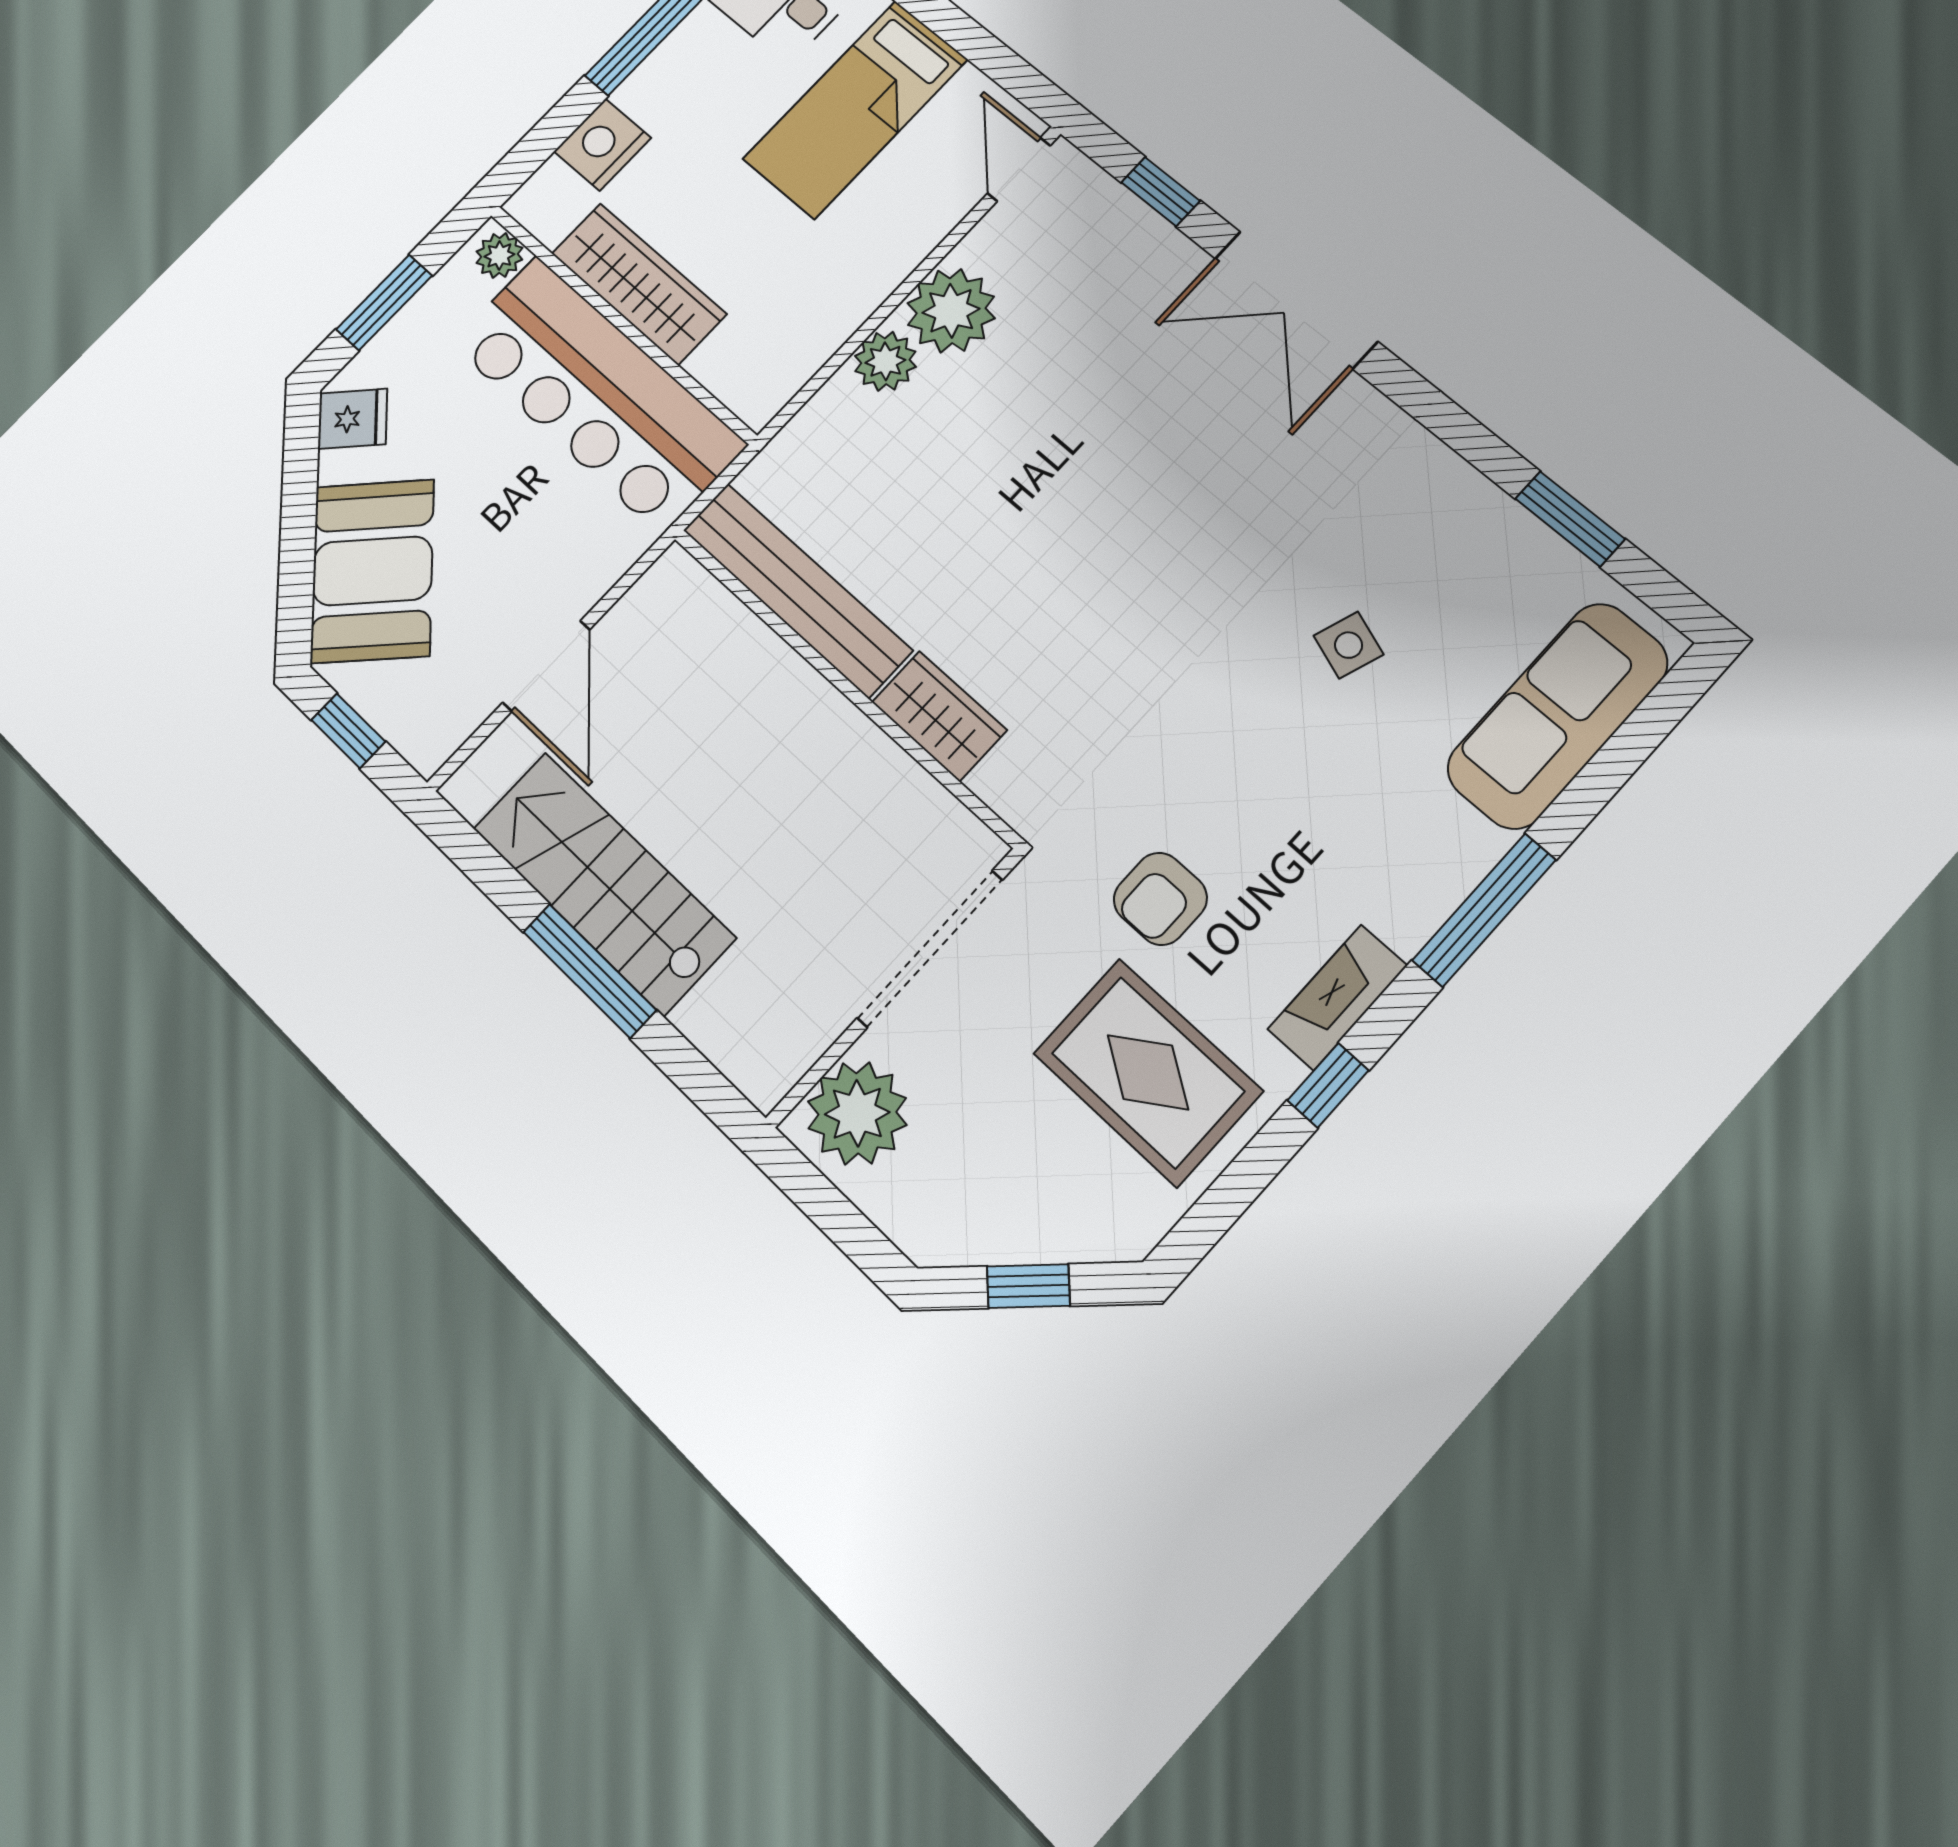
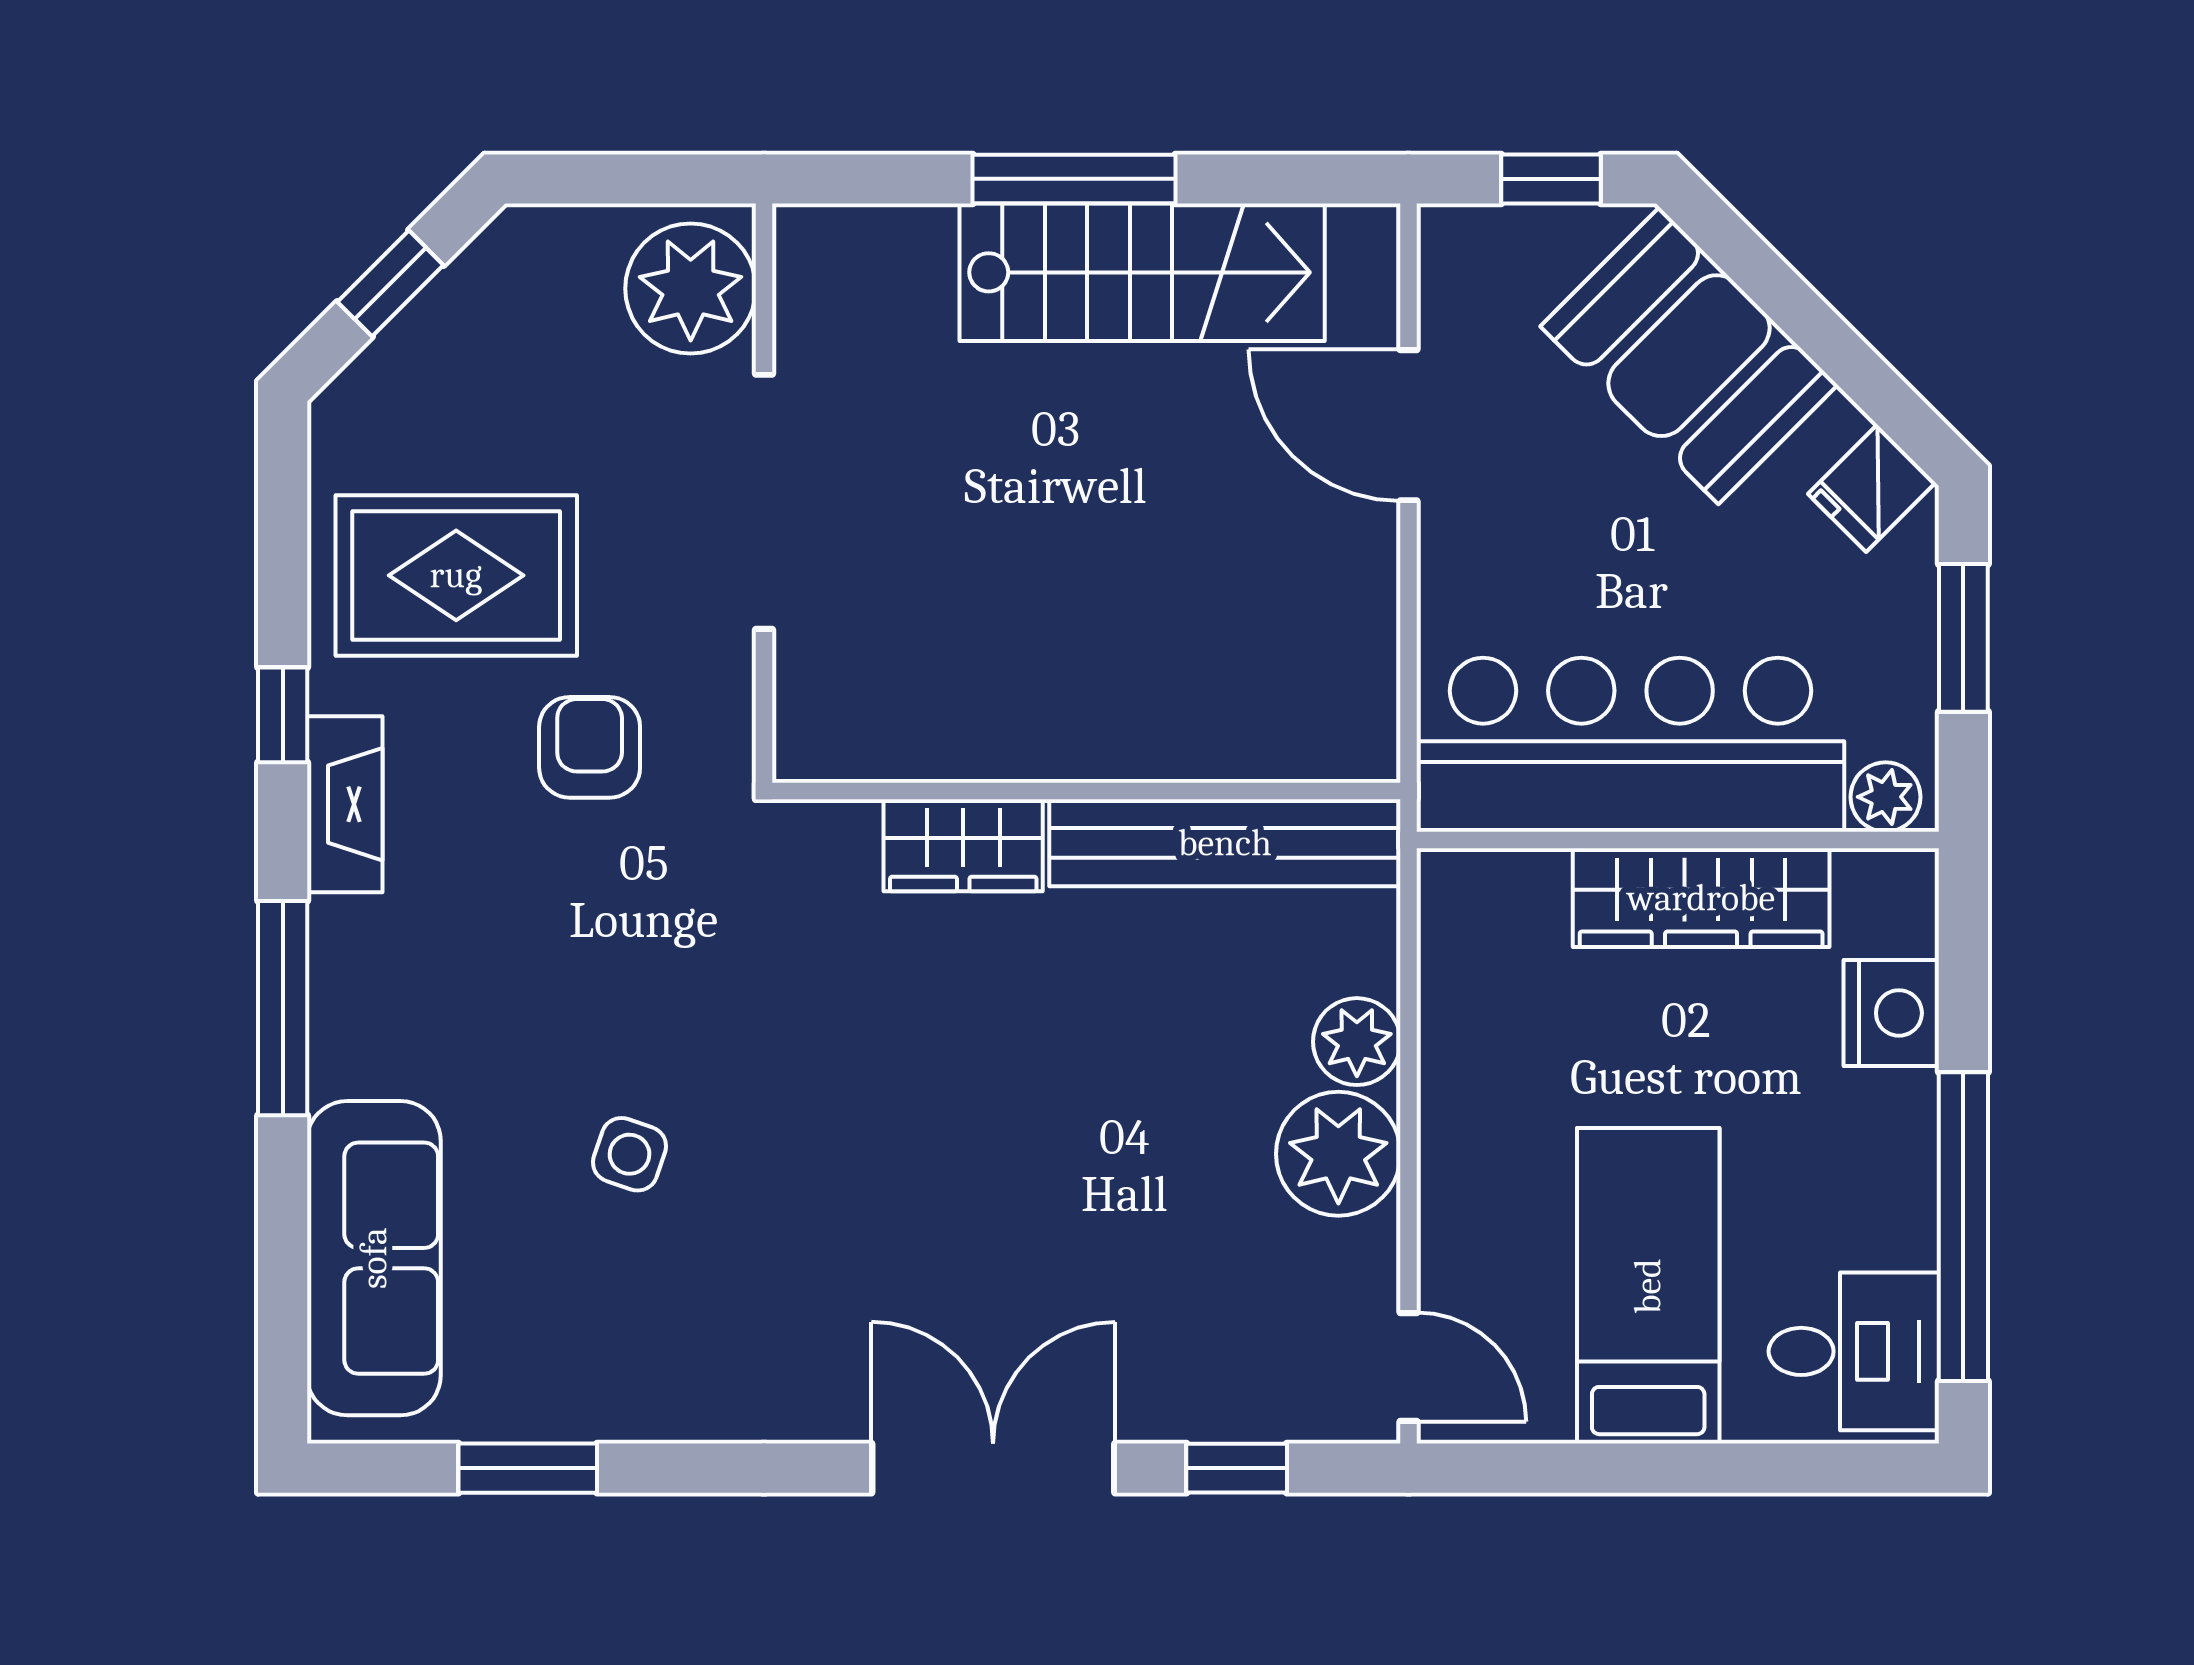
bench: (797, 590) -> (1225, 843), moved
wall: (844, 685) -> (1086, 791), moved
wardrobe: (939, 716) -> (963, 845), moved

